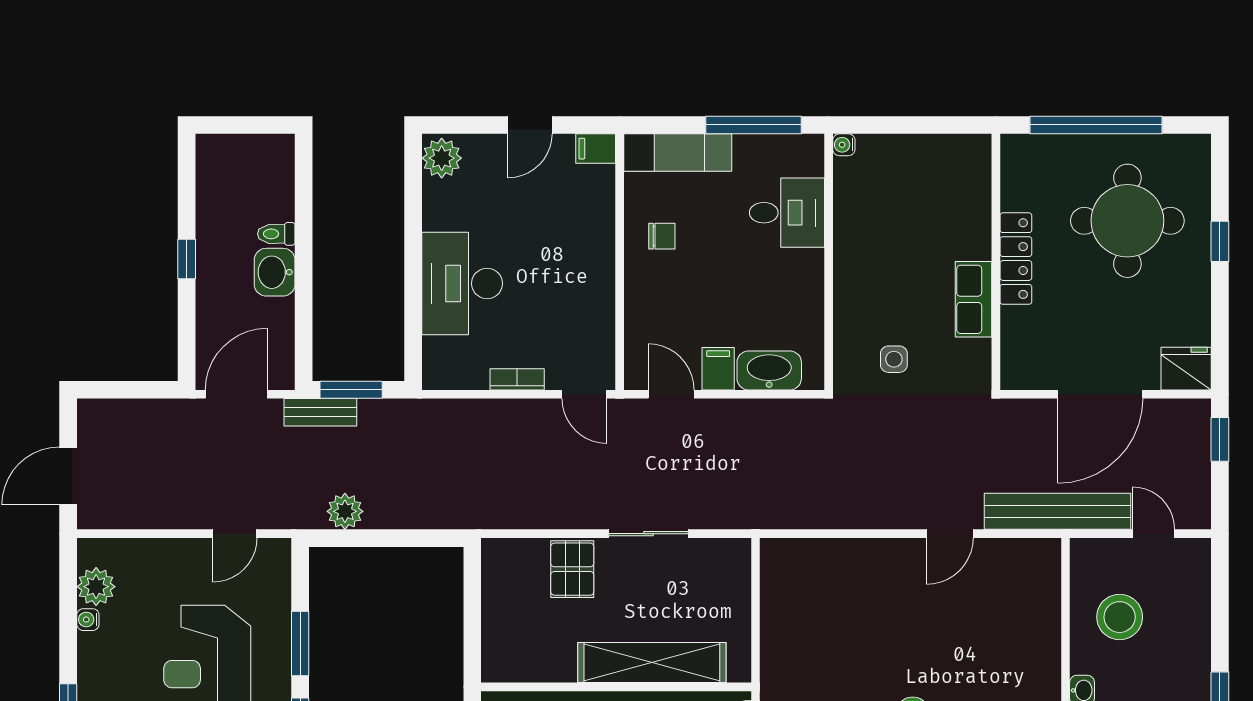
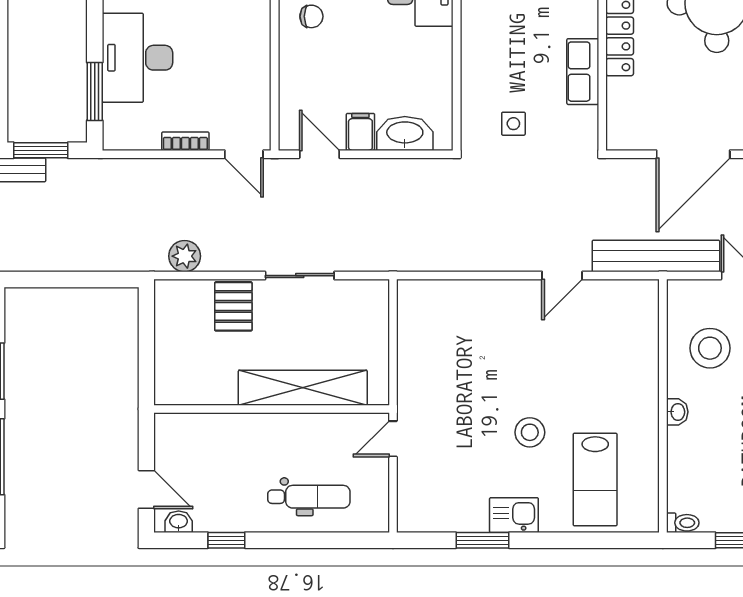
window: (413, 322) -> (95, 91), added
plant: (345, 511) -> (185, 256), moved

